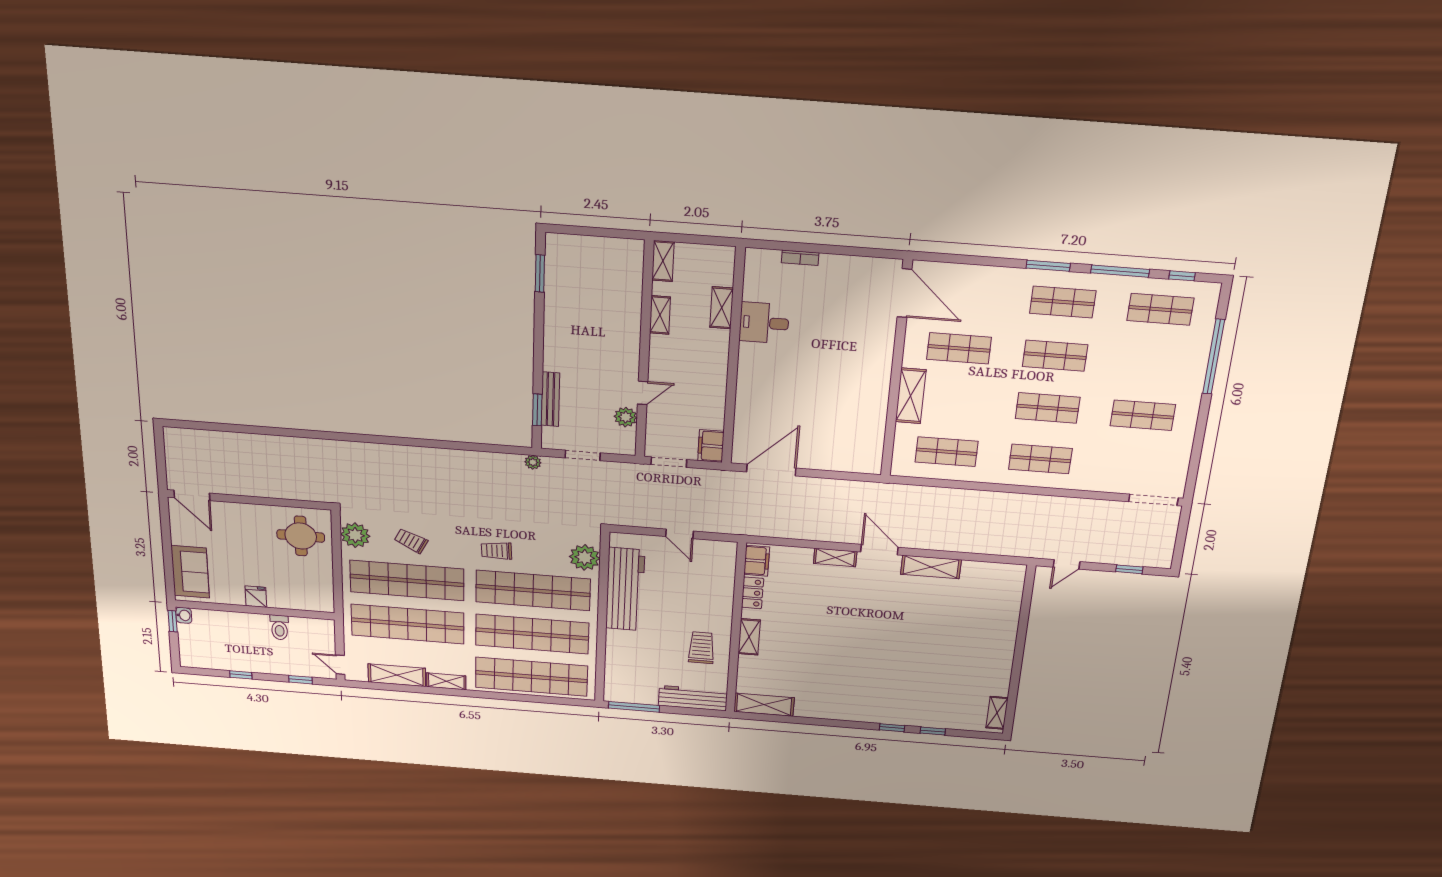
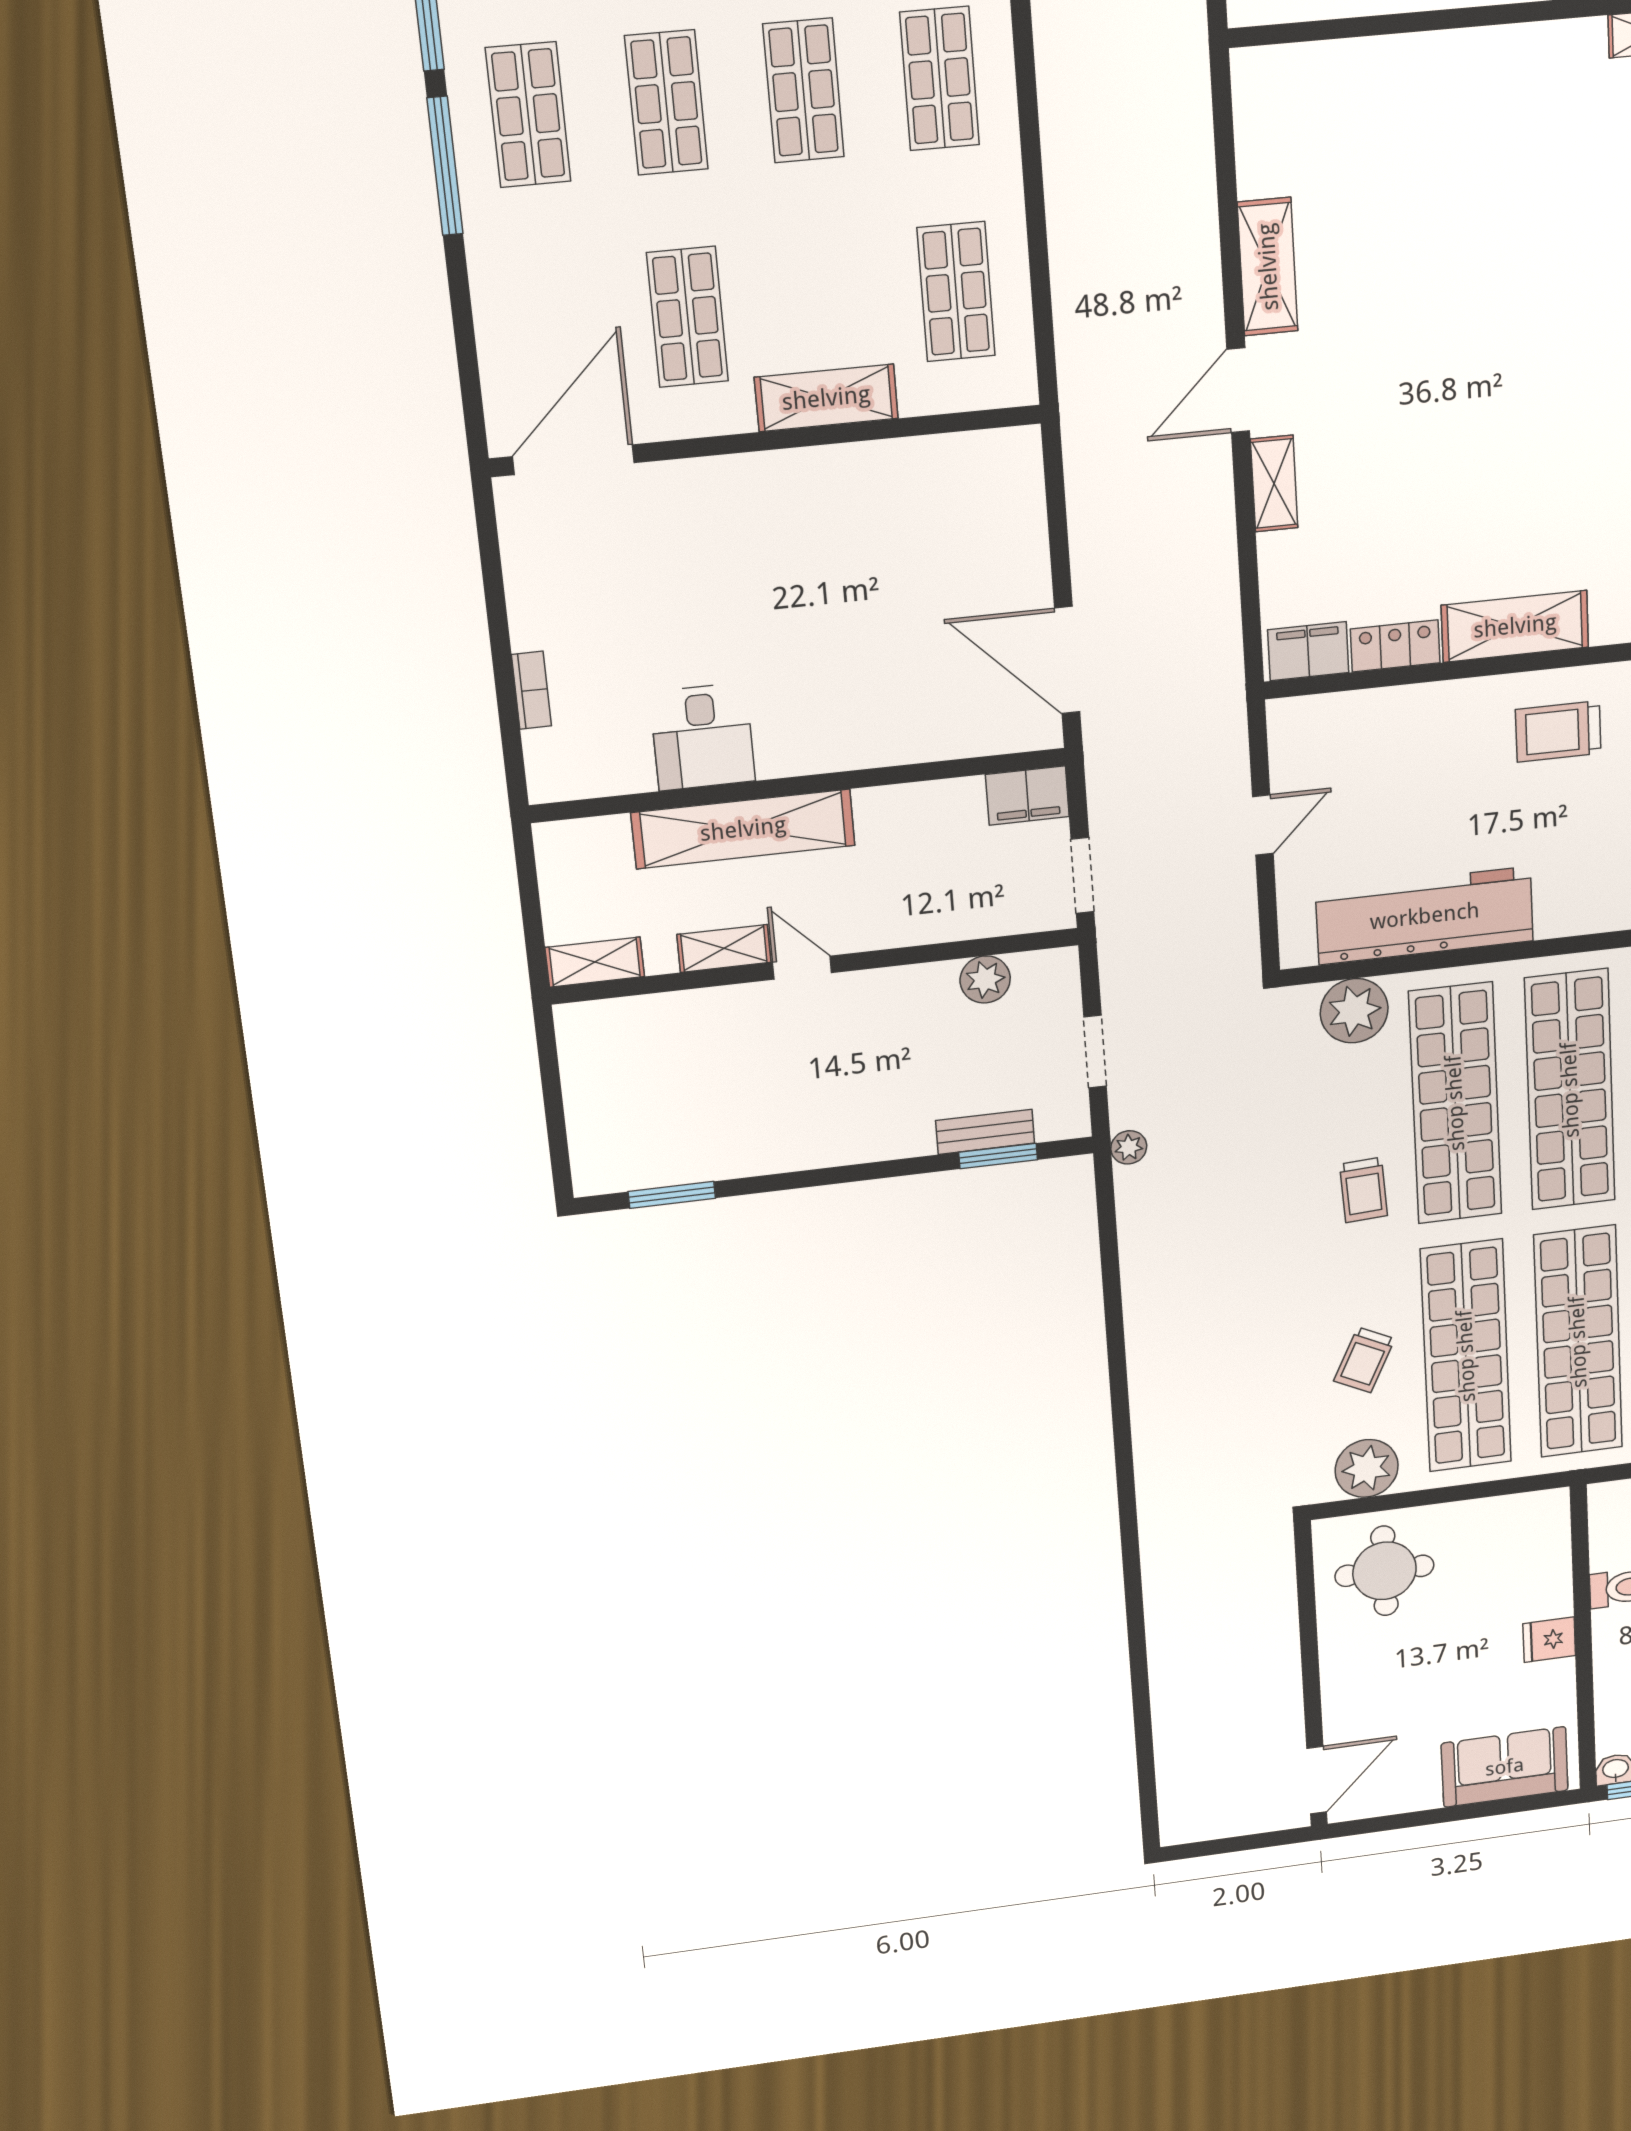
window: (1048, 266) -> (445, 166), width x1.44
shelving: (722, 308) -> (743, 829), width x2.20, depth x1.33
door: (643, 393) -> (802, 968), moved
bench: (550, 399) -> (985, 1132), width x0.73
shelving: (749, 637) -> (1515, 626), width x1.50, depth x1.33

